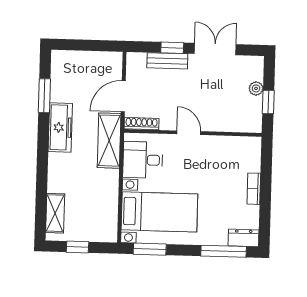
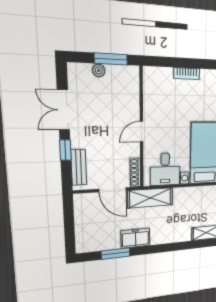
bench: (167, 61) -> (79, 167), moved
window: (268, 102) -> (111, 59), width x1.50
freezer: (60, 127) -> (135, 238), width x0.71

